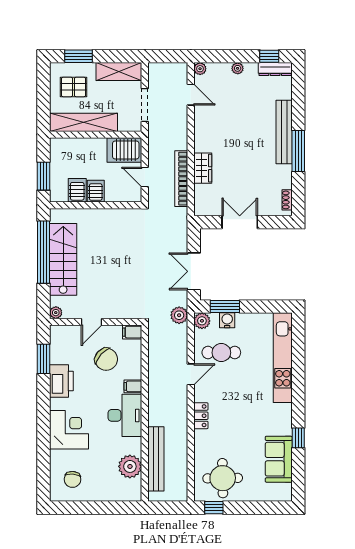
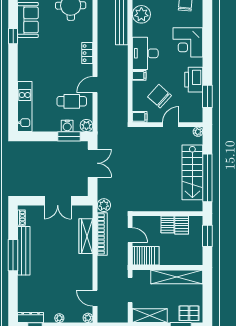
pallet: (73, 87) -> (189, 313), moved
bench: (284, 132) -> (24, 251), moved
wardrobe: (203, 168) -> (86, 236), width x1.50
plant: (179, 315) -> (104, 205), moved
kitchen unit: (283, 358) -> (25, 107), width x0.73

